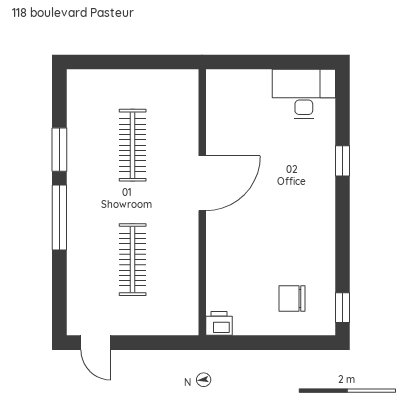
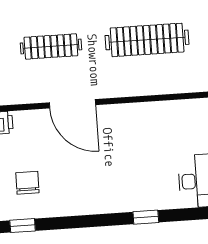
clothes rail: (133, 145) -> (147, 40), width x1.37, depth x1.31
door: (202, 183) -> (72, 104), moved

